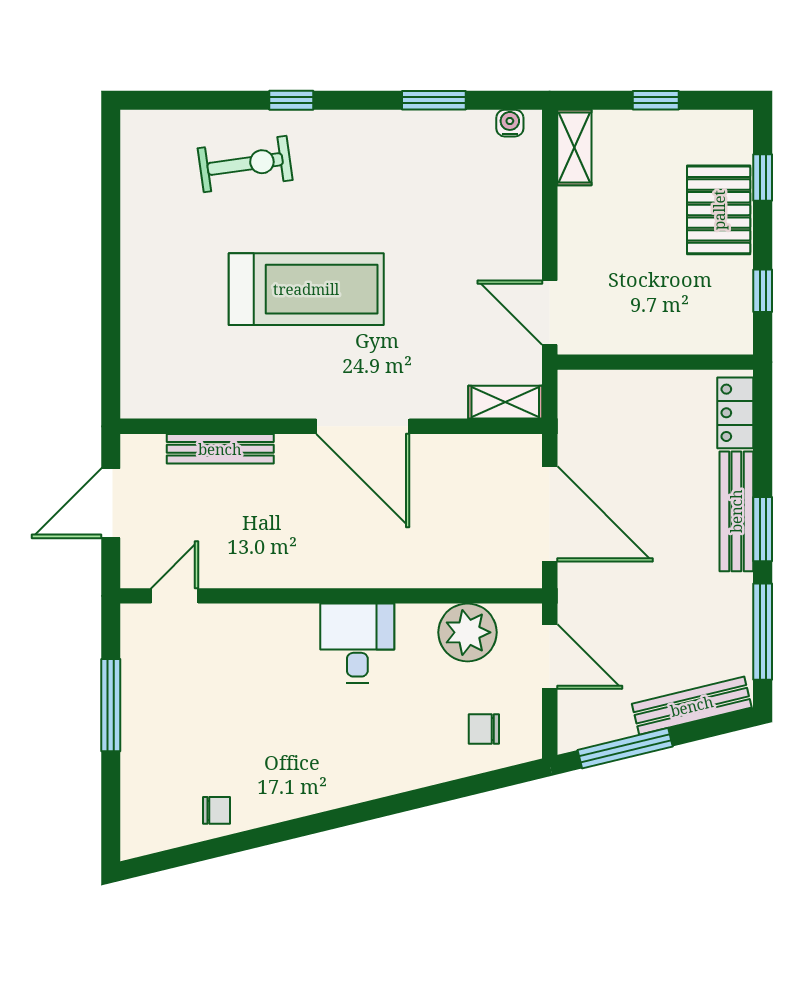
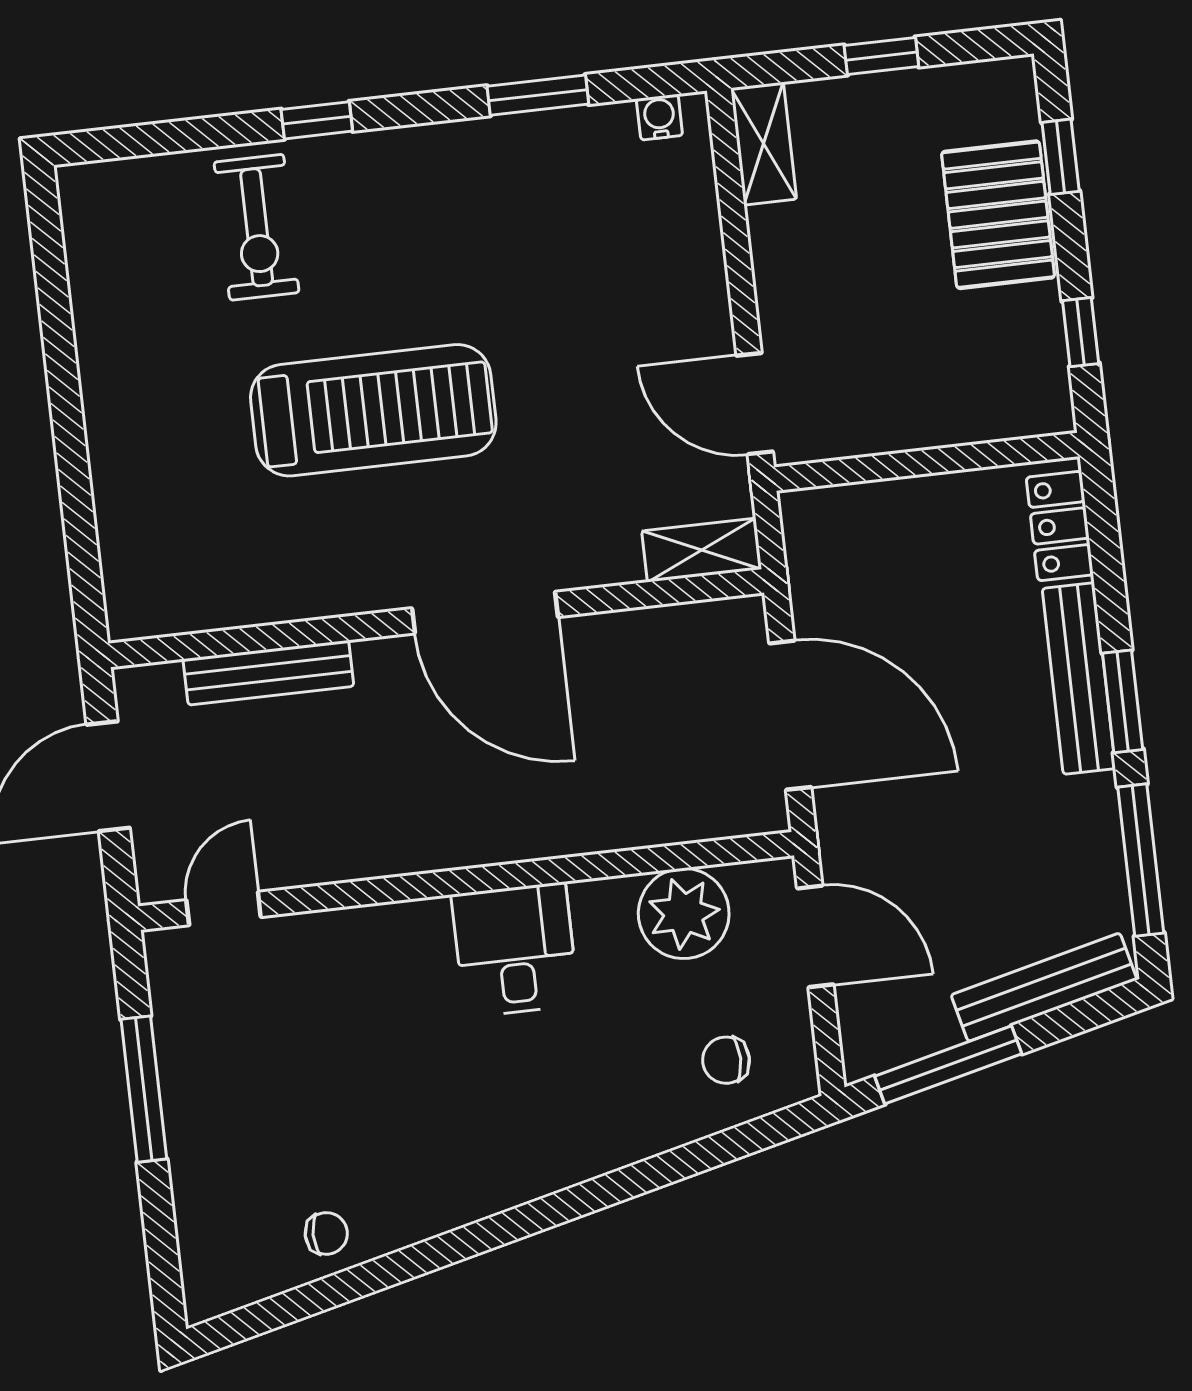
exercise bike: (245, 164) -> (257, 227), turned 98

